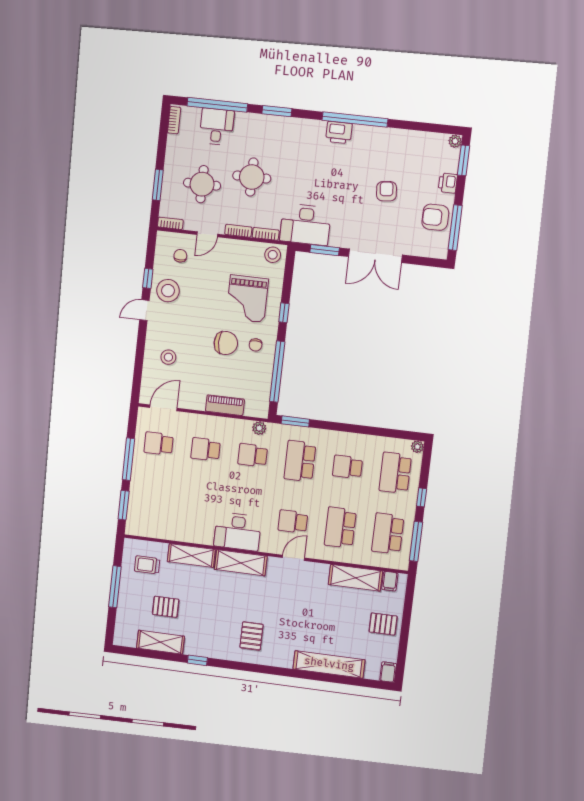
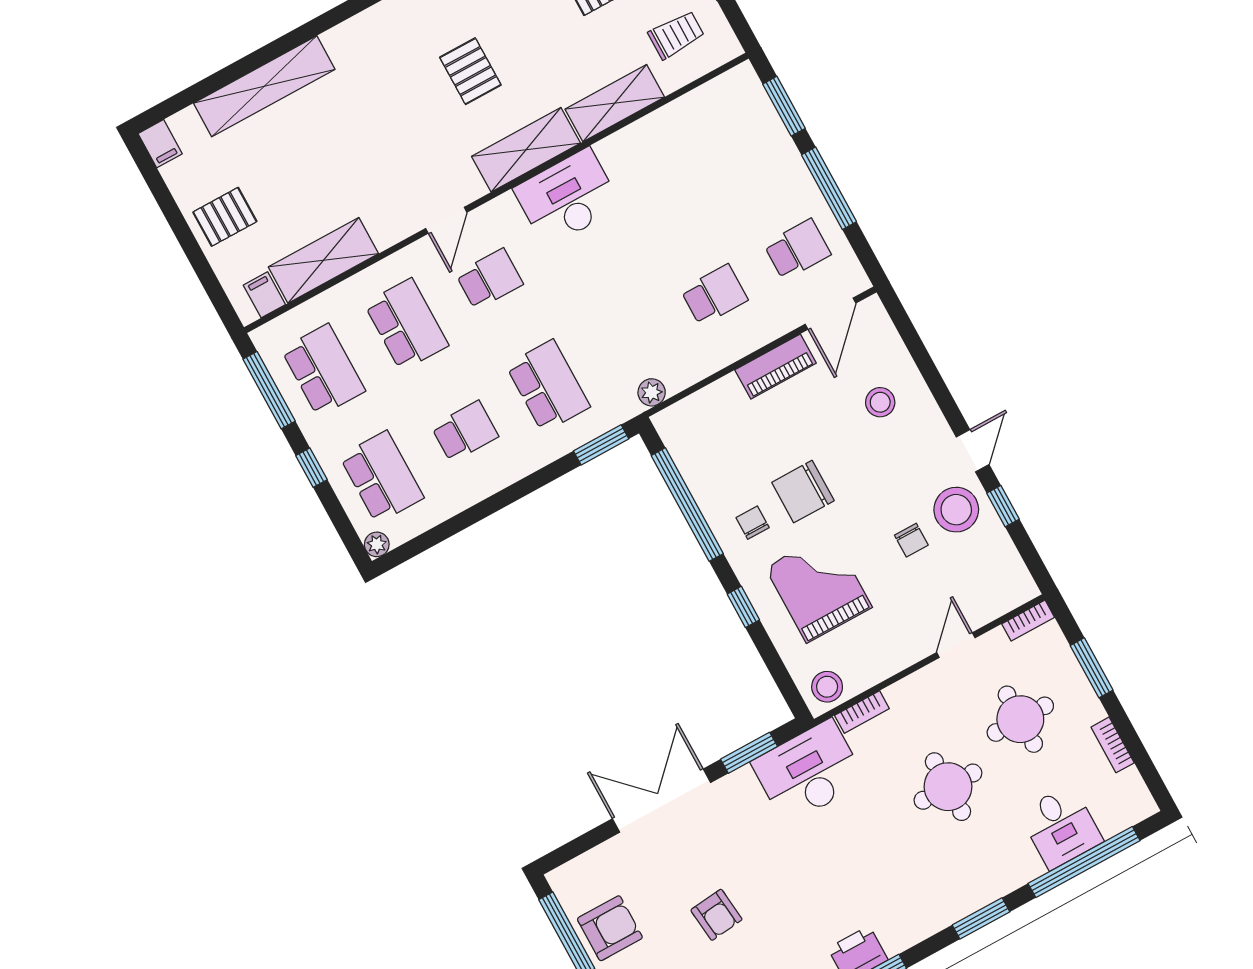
bookcase: (174, 120) -> (1113, 745), moved
bookcase: (238, 231) -> (909, 686), removed
chair: (180, 256) -> (911, 540), moved
piano: (225, 405) -> (776, 367), moved
school desk: (253, 455) -> (631, 340), removed
pallet: (251, 636) -> (470, 71), moved

